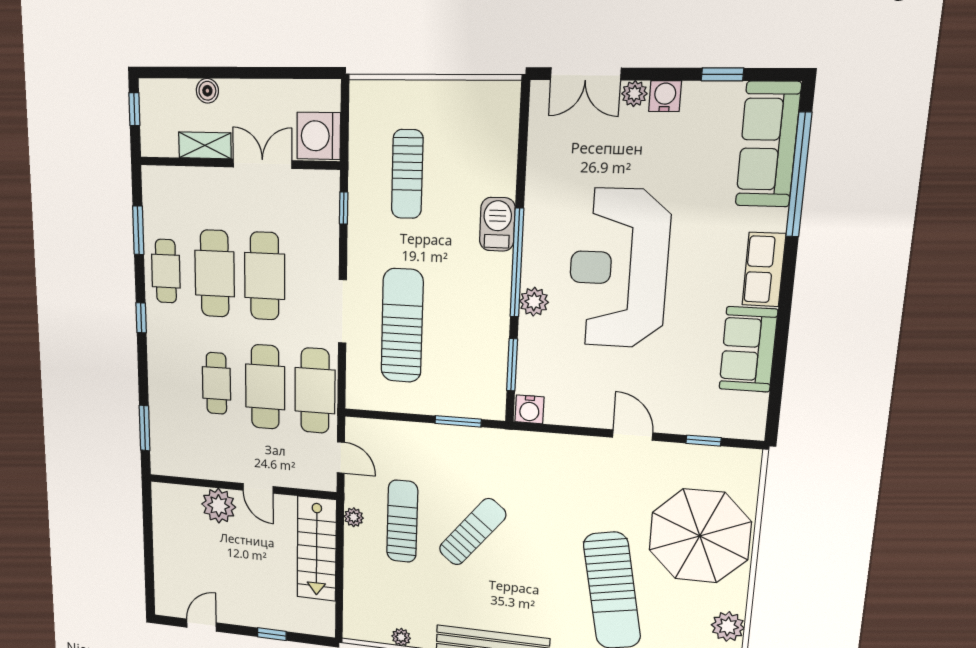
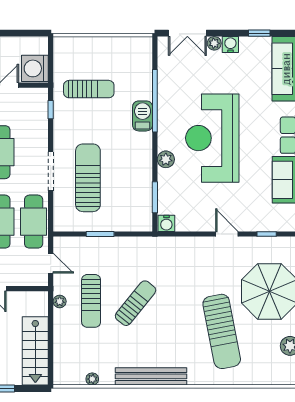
sun lounger: (407, 174) -> (89, 89), turned -90
window: (517, 263) -> (155, 101), moved
window: (458, 421) -> (100, 234), moved
sun lounger: (402, 521) -> (91, 301), turned 180
stairs: (317, 549) -> (35, 351), moved

